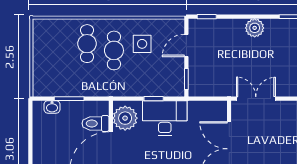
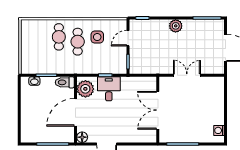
double door: (256, 99) -> (187, 75), moved
desk: (165, 118) -> (109, 89), width x0.73
toilet: (95, 123) -> (65, 82), moved

